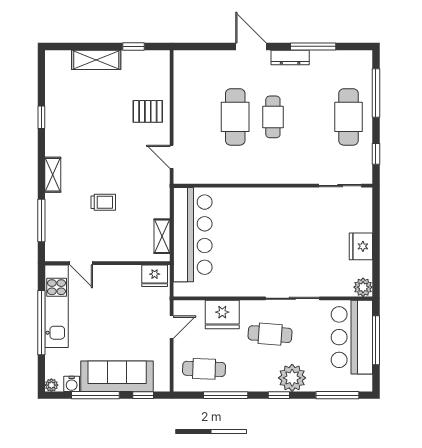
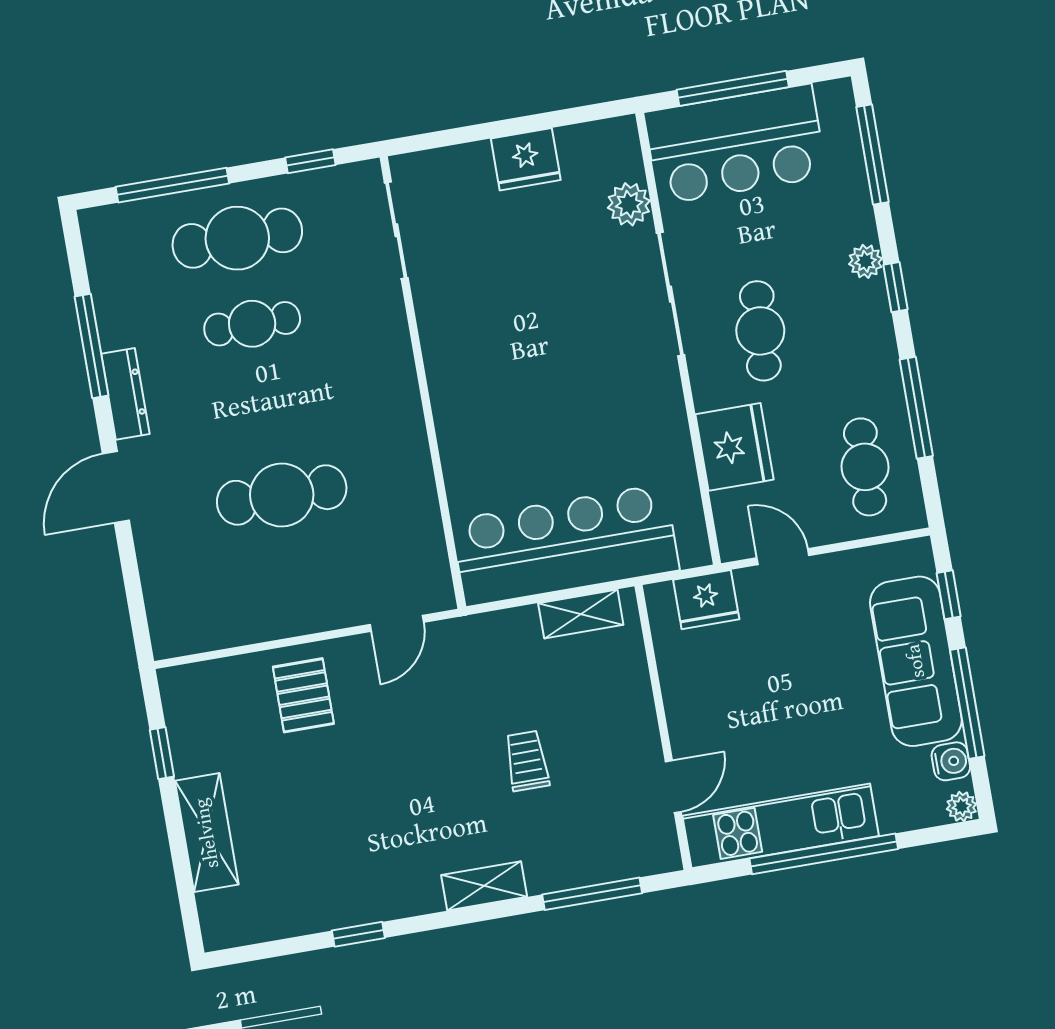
cafe table: (273, 117) -> (252, 324), moved
fridge: (155, 276) -> (706, 600), moved, turned 90
plant: (363, 287) -> (629, 204), moved
plant: (292, 378) -> (866, 261), width x0.53, depth x0.53

